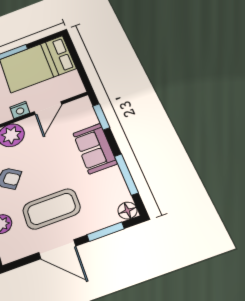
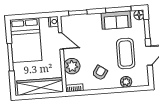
nightstand: (20, 110) -> (53, 22), moved
sofa: (95, 148) -> (116, 20), moved

